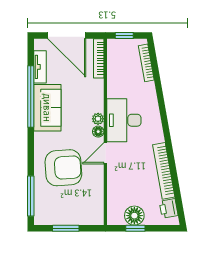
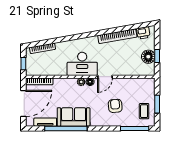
door: (105, 153) -> (105, 77), hinge flipped
armchair: (63, 168) -> (115, 106), width x0.53, depth x0.53
coffee table: (56, 210) -> (144, 111), added

